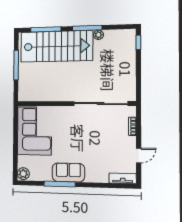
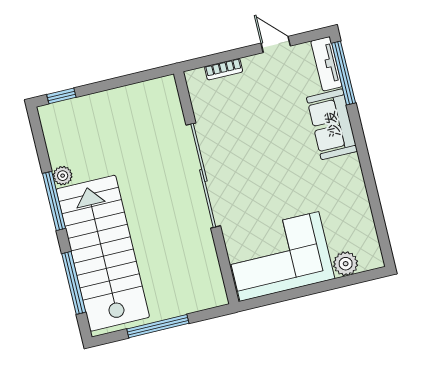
sliding door: (101, 104) -> (203, 175), moved
sofa: (68, 172) -> (332, 124), moved
plant: (23, 174) -> (346, 264), moved
window: (60, 184) -> (344, 73), moved

